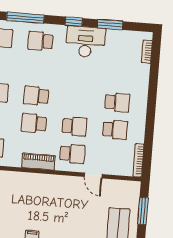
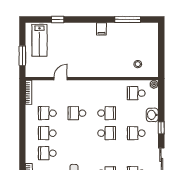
school desk: (72, 154) -> (47, 153), moved
piano: (38, 162) -> (101, 86), removed
door: (93, 175) -> (61, 79), hinge flipped

